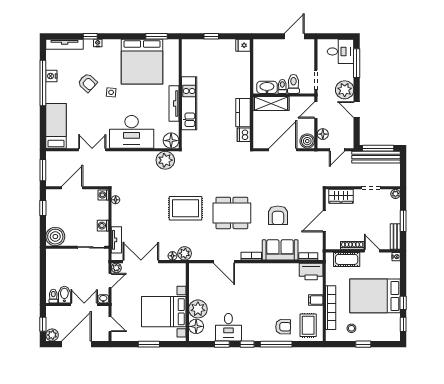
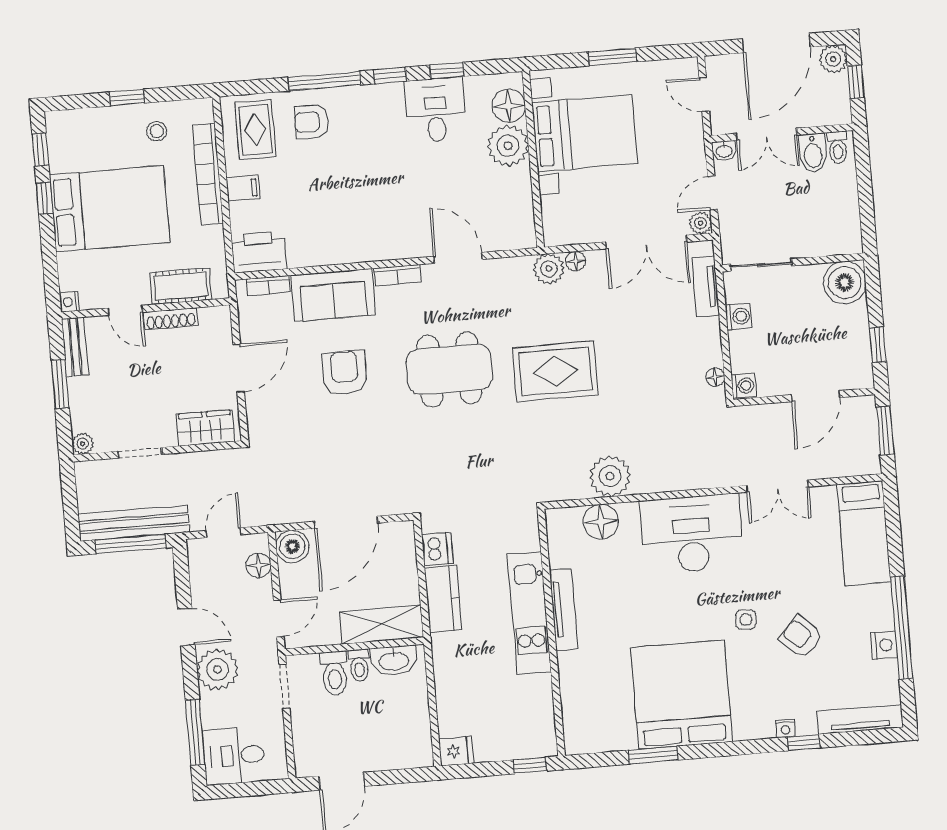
wall: (180, 94) -> (551, 633), moved
kitchen unit: (189, 103) -> (529, 613), moved
tv unit: (174, 104) -> (564, 609), moved

